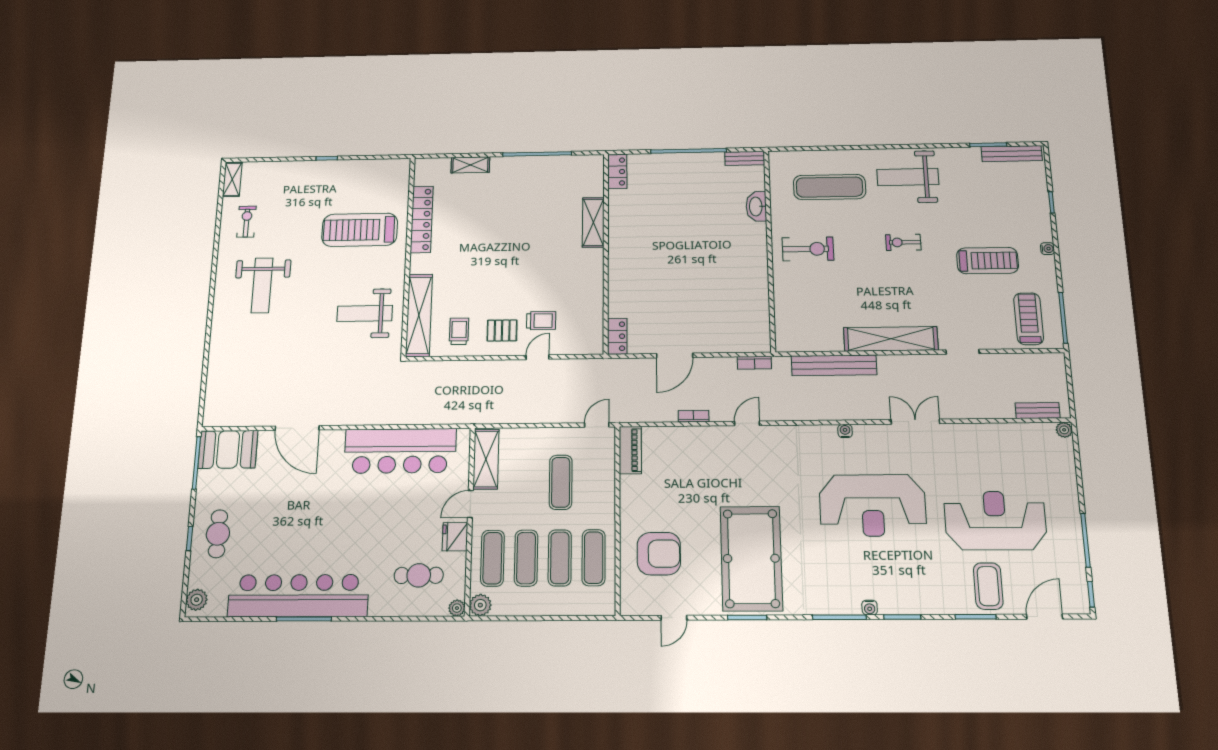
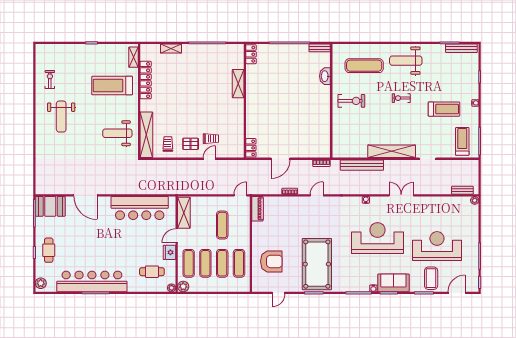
shelving: (232, 179) -> (133, 57), moved
reception desk: (873, 505) -> (378, 238), turned 180
sofa: (911, 596) -> (393, 283), added

